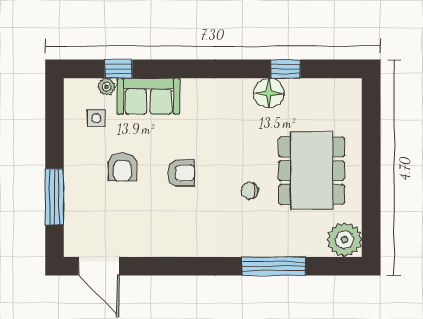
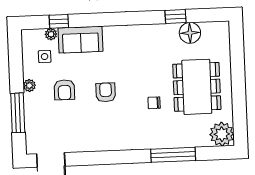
floor lamp: (269, 93) -> (190, 33), moved
plant: (73, 159) -> (29, 85), added
armchair: (181, 173) -> (106, 92), turned -90

